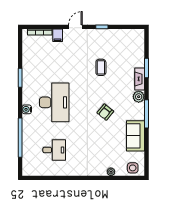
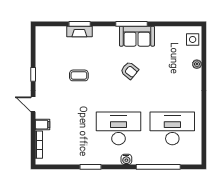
fireplace: (140, 79) -> (79, 32), moved
plant: (139, 97) -> (112, 33), removed
sofa: (136, 136) -> (137, 36), moved
desk: (54, 150) -> (172, 128), width x1.87, depth x1.30

